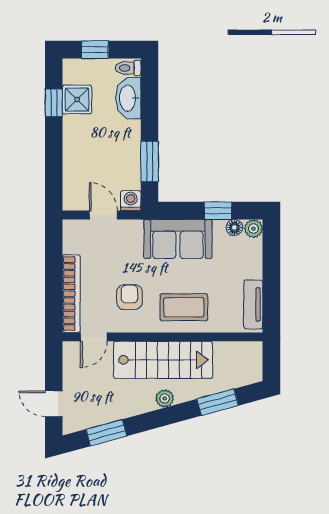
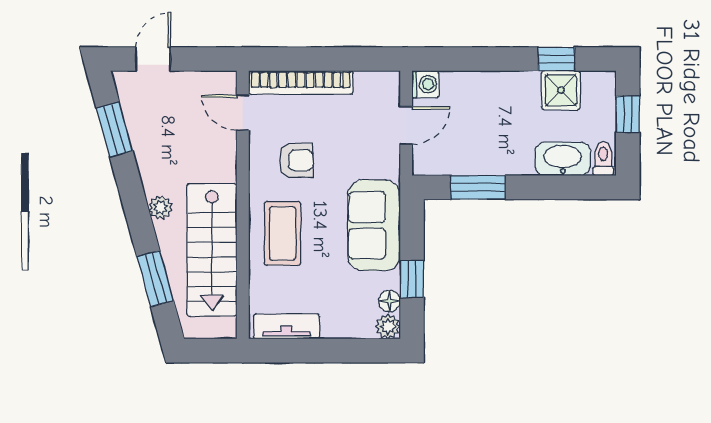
washing machine: (131, 201) -> (425, 84), moved
stairs: (163, 360) -> (212, 250), moved

